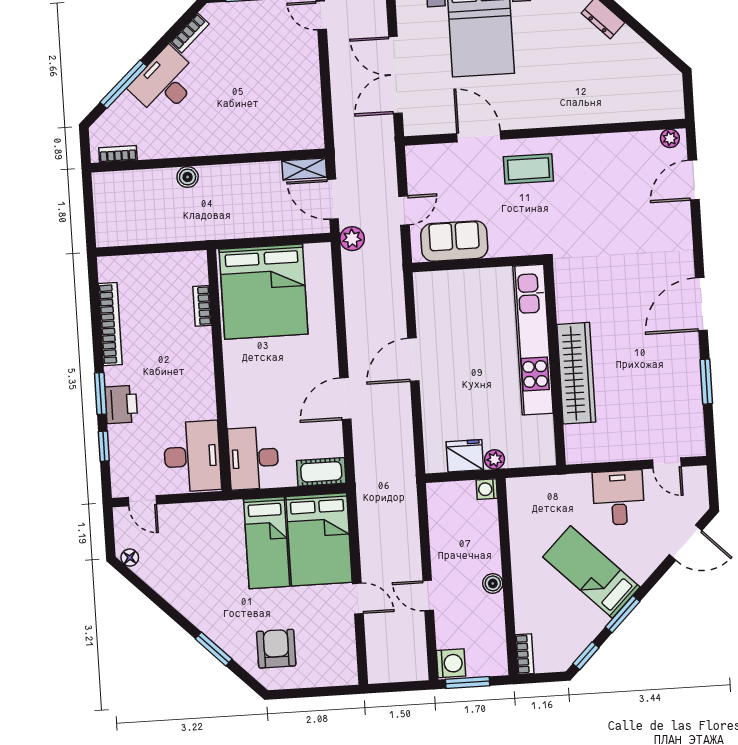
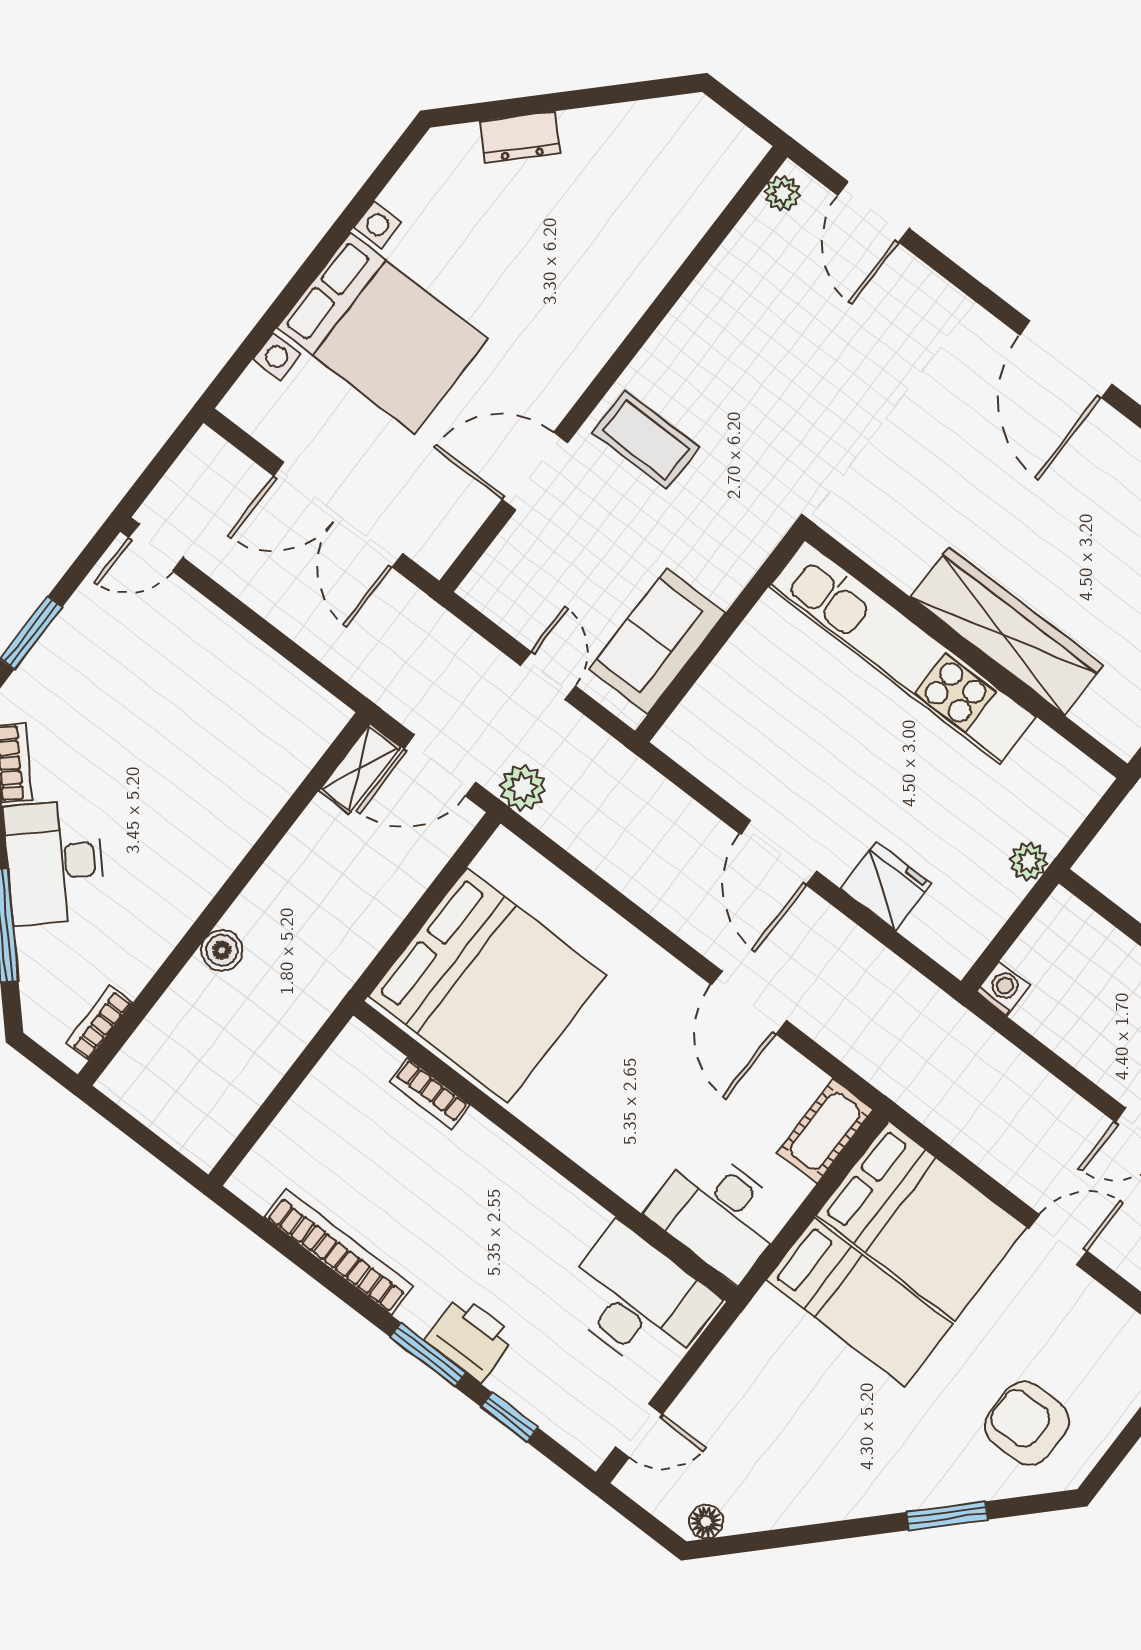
coffee table: (528, 169) -> (646, 440), turned 90
fridge: (465, 456) -> (886, 886), moved, turned 90
washing machine: (487, 489) -> (1003, 989), moved, turned 180

